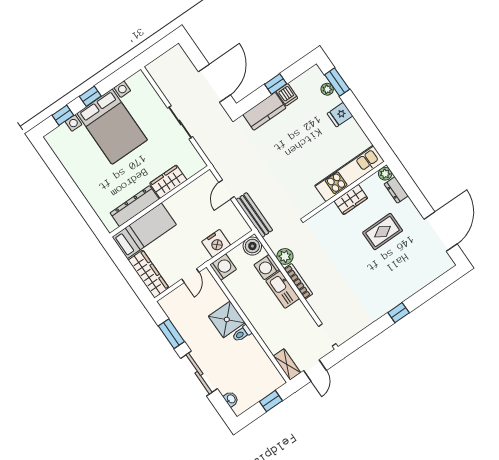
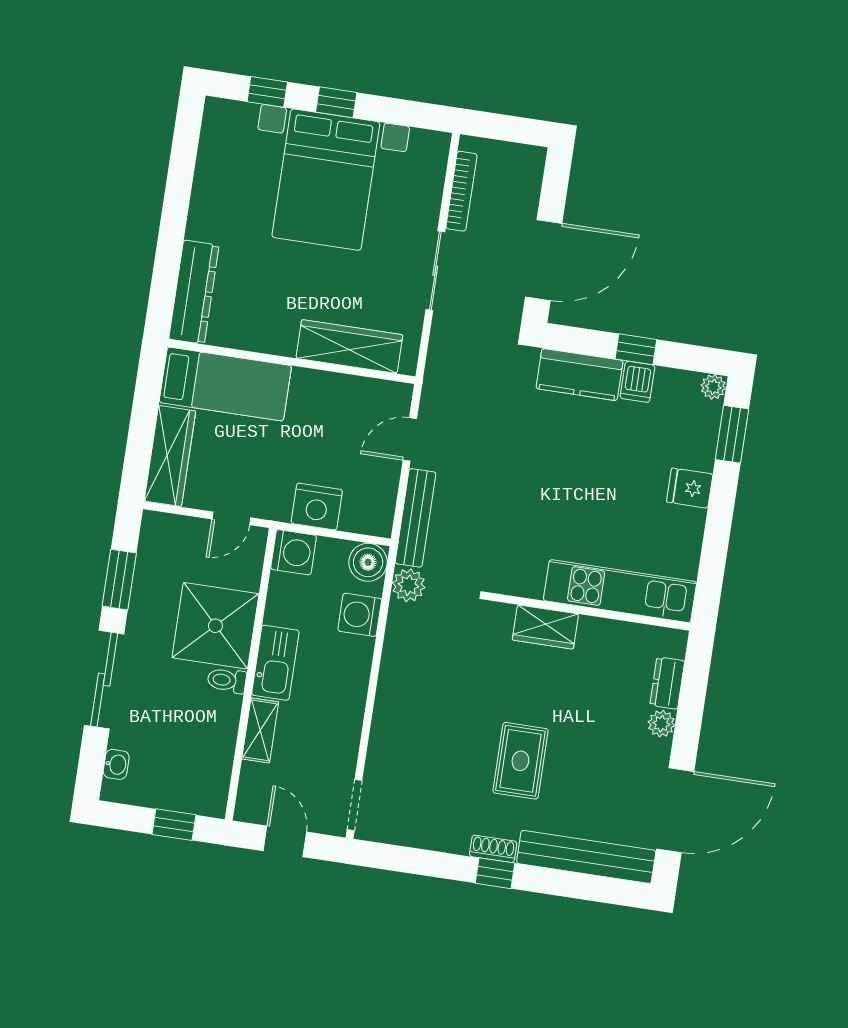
plant: (327, 89) -> (713, 387), moved
plant: (385, 174) -> (661, 724), moved
wardrobe: (168, 182) -> (349, 346), width x1.50
wardrobe: (351, 200) -> (545, 627), moved
dresser: (135, 206) -> (194, 292), moved, turned 90
rug: (383, 232) -> (520, 761), moved, turned 90
plant: (285, 256) -> (409, 585), moved
bench: (425, 277) -> (586, 857), added
bookcase: (298, 281) -> (461, 191), moved
kitchen sink: (283, 290) -> (275, 663), moved, turned 180
shoe rack: (390, 305) -> (493, 849), added
shower: (227, 319) -> (215, 626), width x1.37, depth x1.37
shelving: (287, 364) -> (260, 730), moved
door: (315, 371) -> (285, 841), swing flipped

